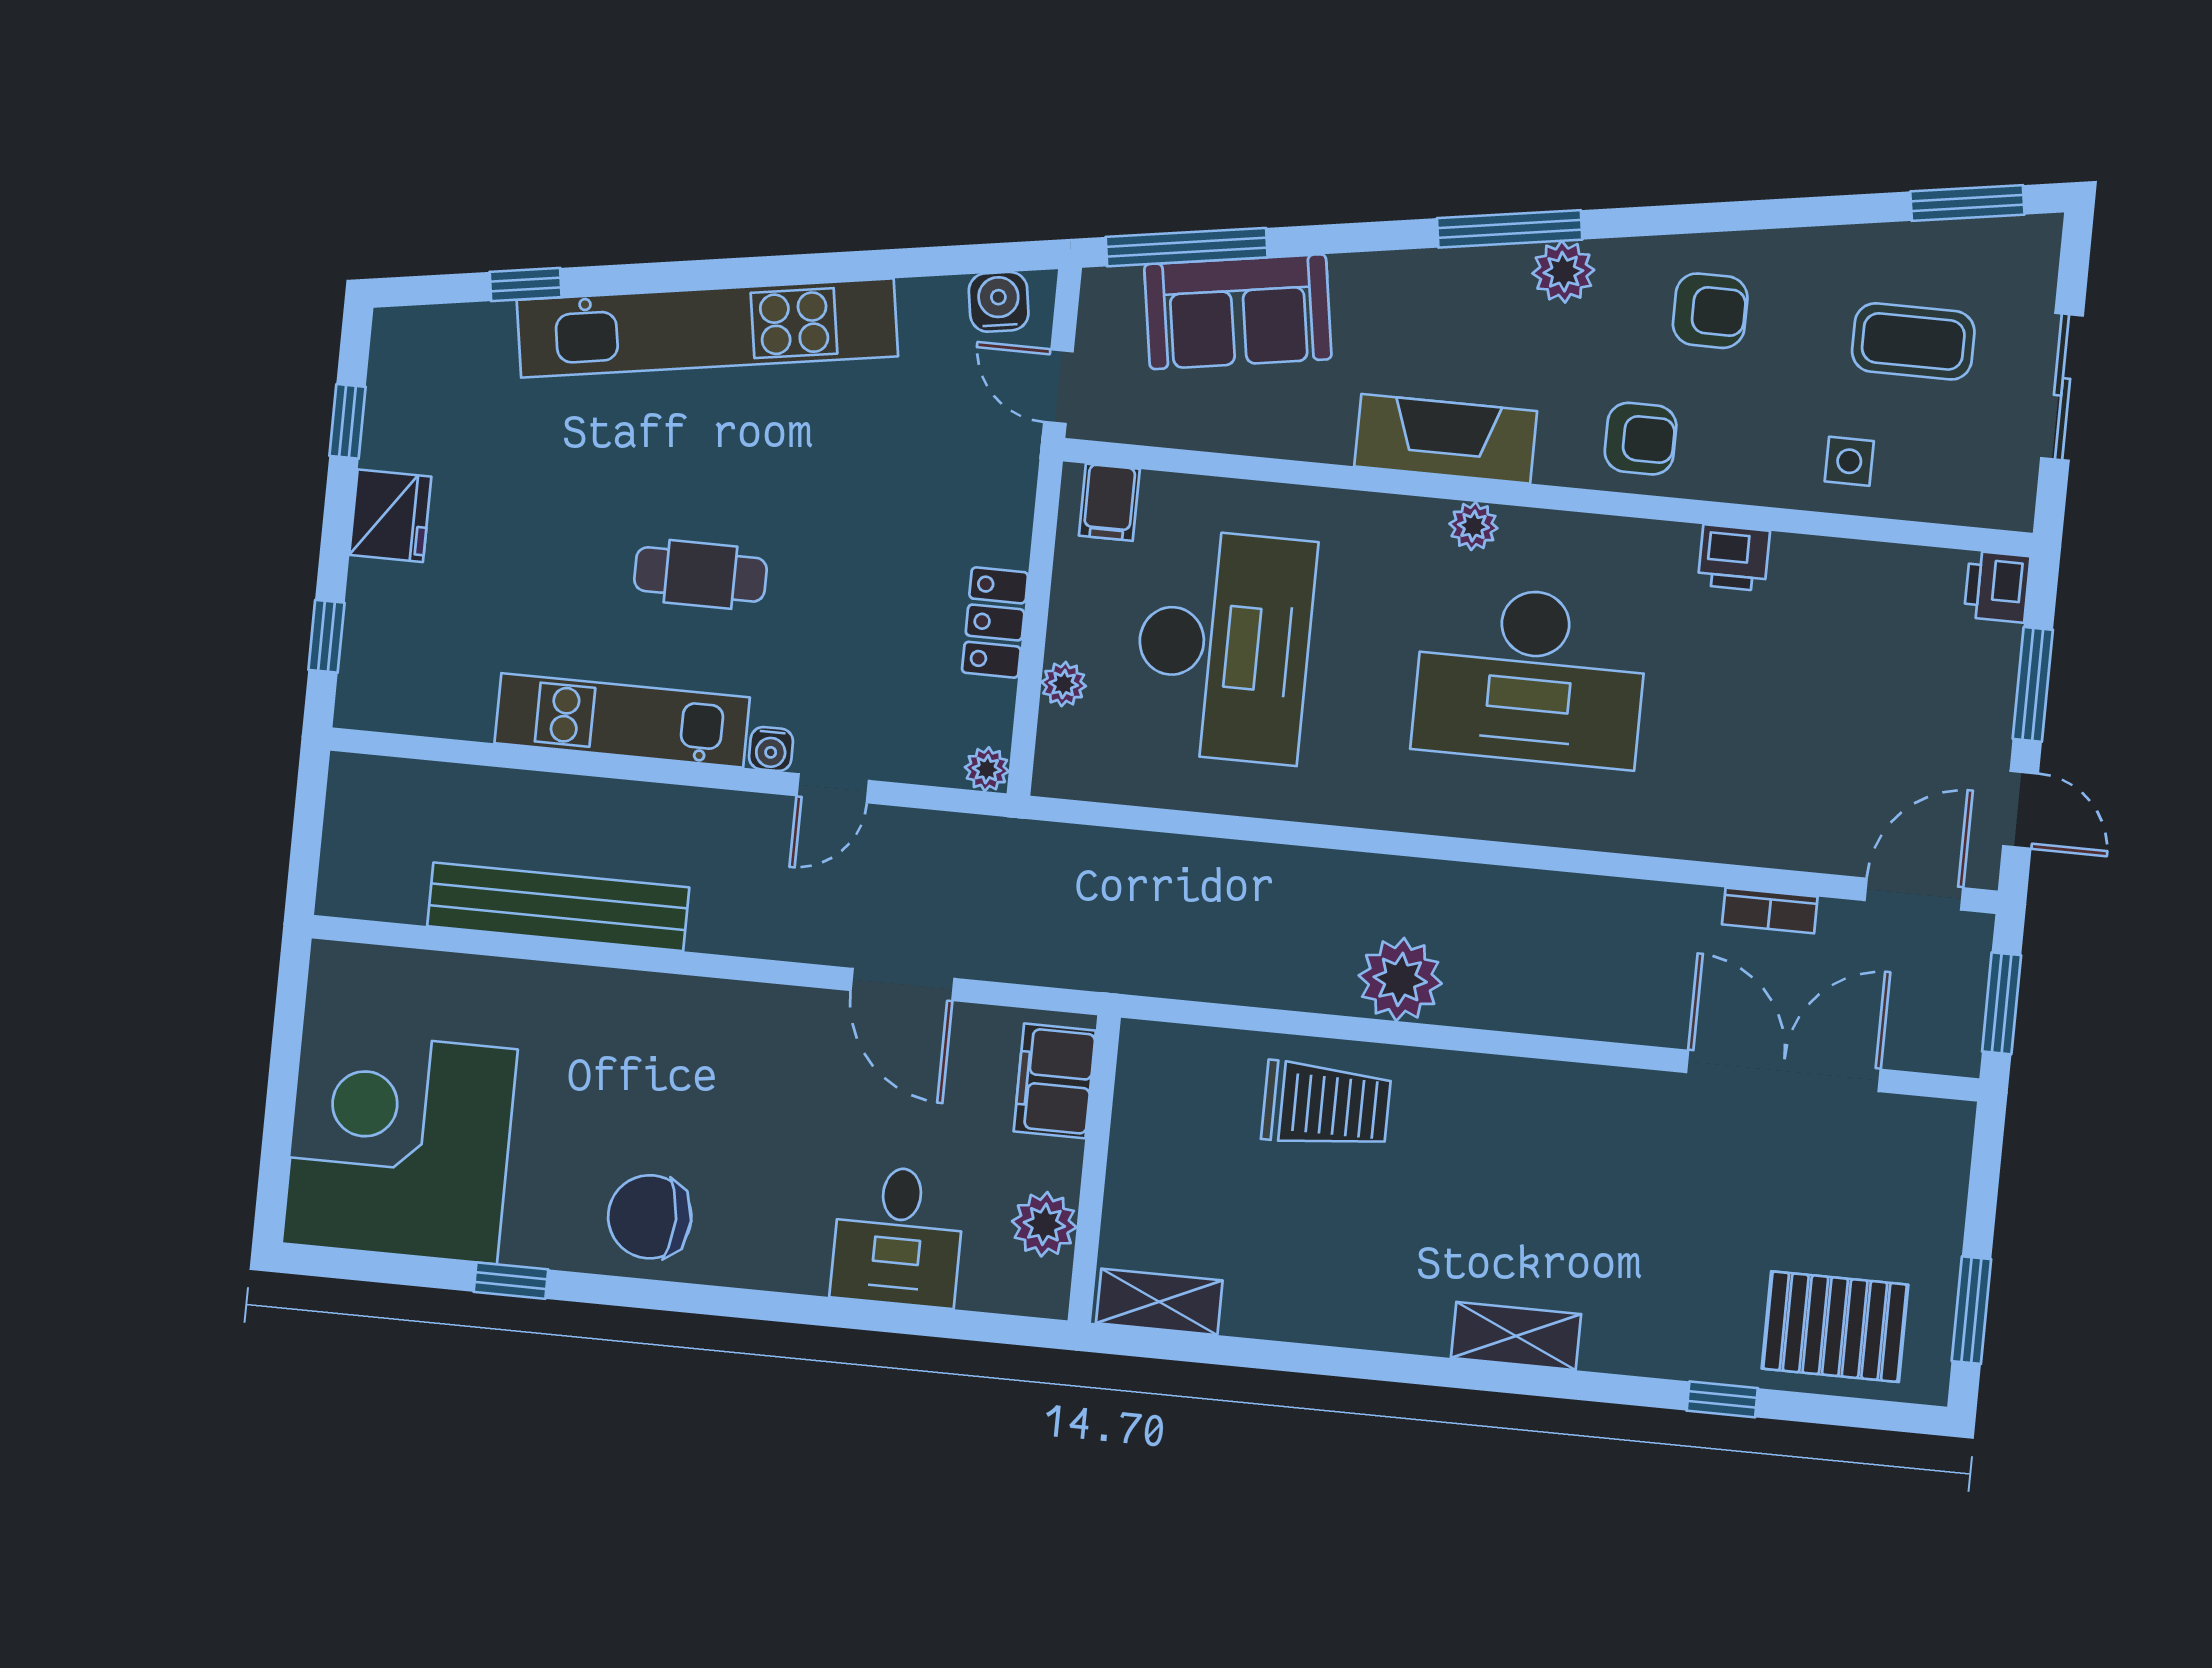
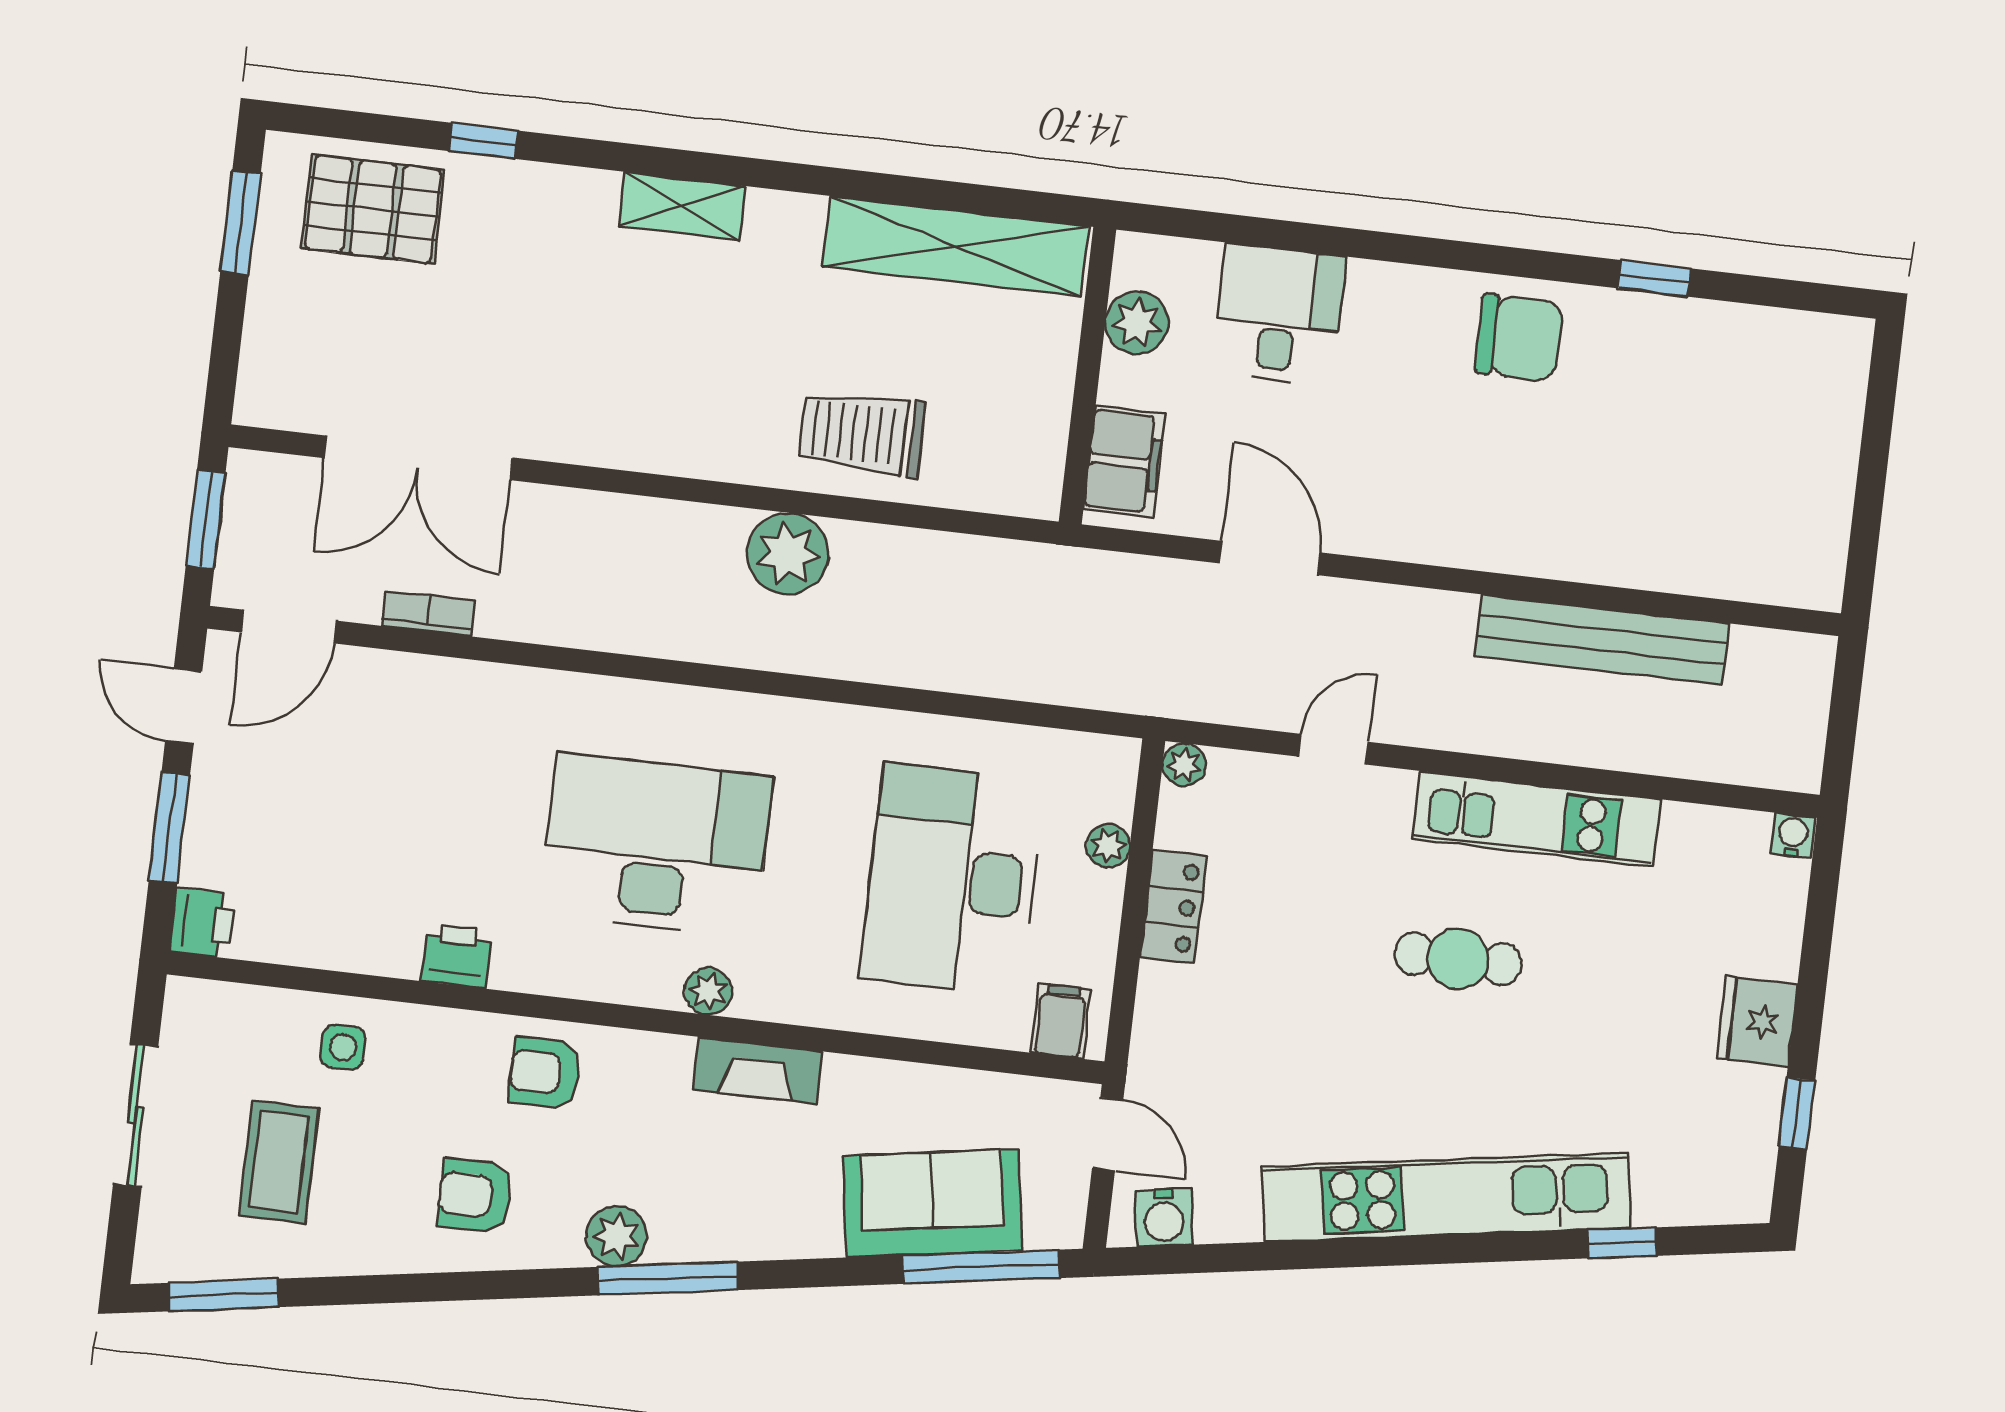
coffee table: (1913, 341) -> (279, 1162), turned 90
fireplace: (1446, 439) -> (757, 1071), width x0.73, depth x0.76
window: (326, 636) -> (1821, 906), removed
water cooler: (771, 749) -> (1793, 835), moved
corner desk: (400, 1146) -> (1760, 410), removed
shelving: (1159, 1302) -> (955, 246), width x2.20, depth x1.33

